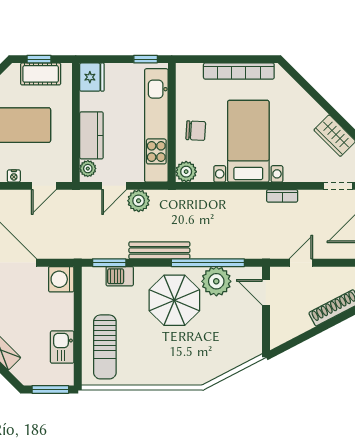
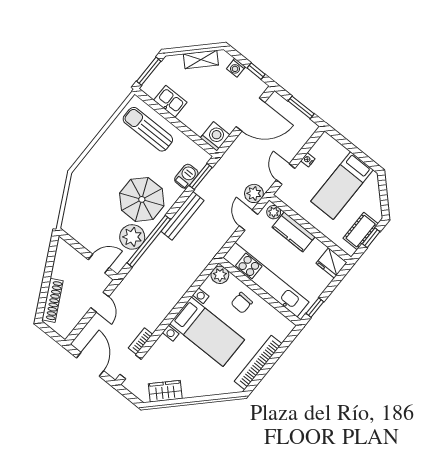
bookcase: (282, 196) -> (140, 341), moved
plant: (139, 201) -> (254, 193), moved

